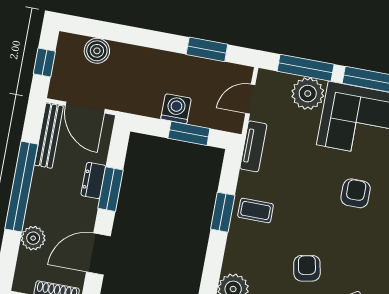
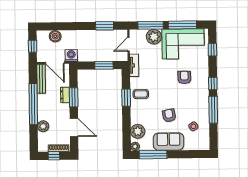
washing machine: (176, 109) -> (71, 56), moved
door: (98, 254) -> (74, 128), swing flipped

